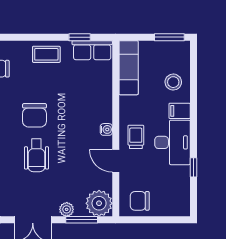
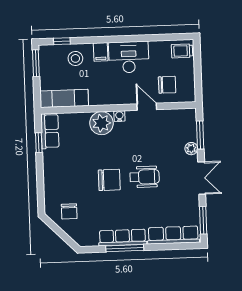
coffee table: (46, 54) -> (55, 171), removed
trolley: (136, 137) -> (182, 51), moved
door: (116, 161) -> (147, 107), swing flipped
window: (193, 167) -> (62, 41), moved
chair: (140, 201) -> (167, 85), moved, turned -90
plant: (99, 203) -> (102, 123), moved

